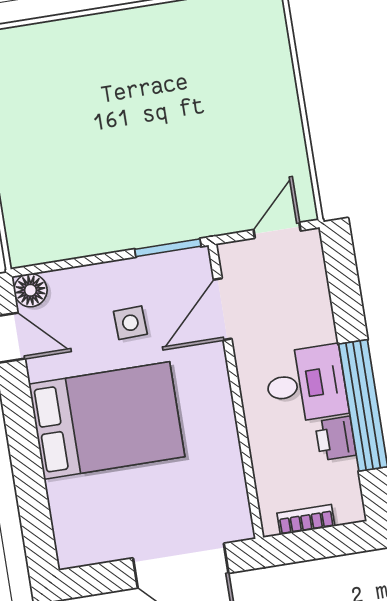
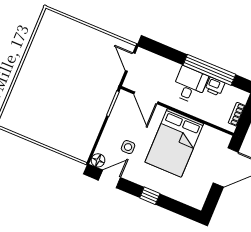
side table: (130, 323) -> (128, 147), moved
bed: (107, 420) -> (174, 143), moved, turned 180
window: (24, 444) -> (150, 196), added

